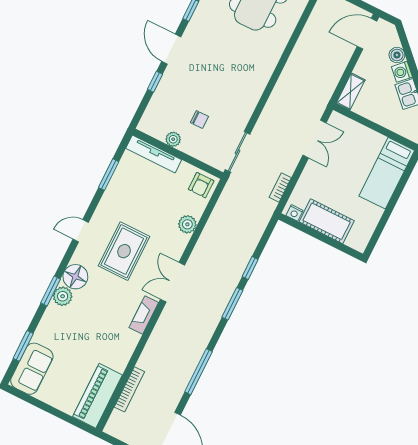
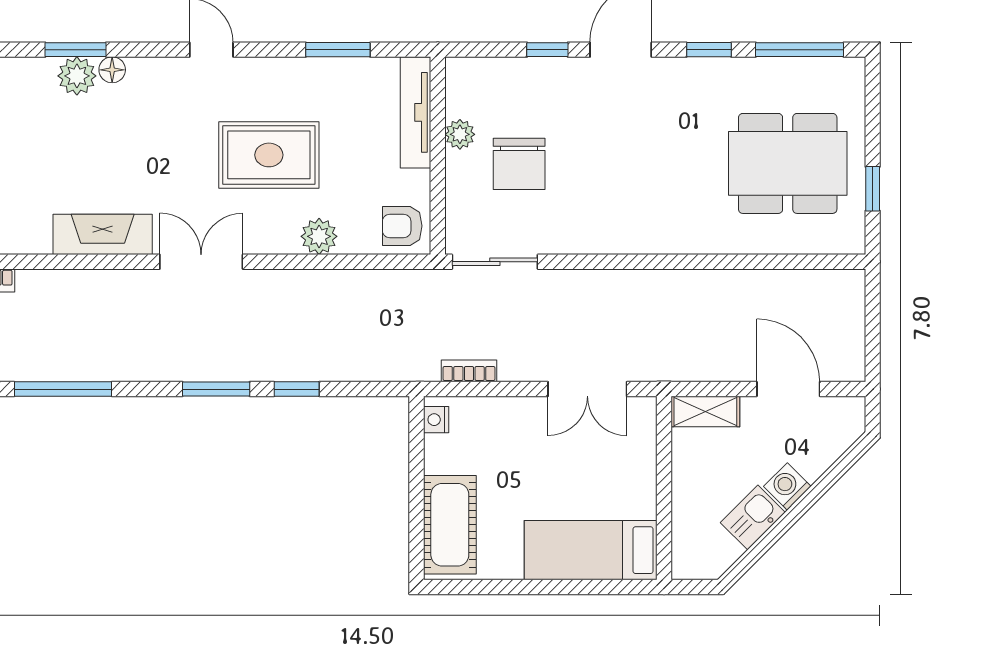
door: (367, 34) -> (788, 389), moved
boiler: (397, 55) -> (813, 462), removed
chair: (199, 119) -> (519, 164), width x1.87, depth x1.87
cot: (327, 221) -> (450, 525), moved
rug: (124, 251) -> (269, 155), moved
floor lamp: (75, 277) -> (112, 70), width x0.53, depth x0.53
fireplace: (144, 315) -> (103, 234), width x1.37, depth x1.32

